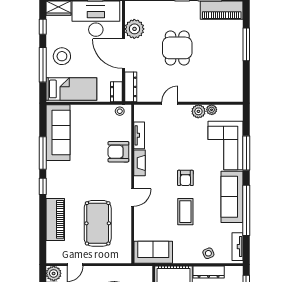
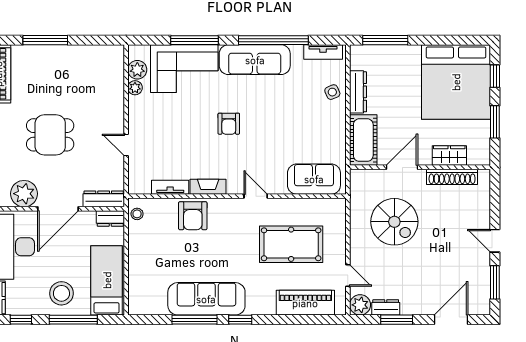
plant: (198, 111) -> (137, 70), moved
sofa: (58, 133) -> (206, 299), moved
armchair: (185, 178) -> (229, 124), turned 90
coffee table: (185, 212) -> (275, 124), removed
piano: (55, 219) -> (305, 303), moved
sofa: (153, 252) -> (314, 179), moved, turned 90

